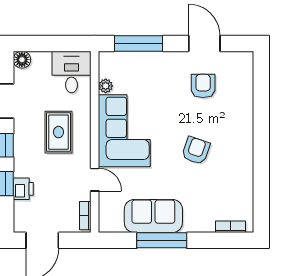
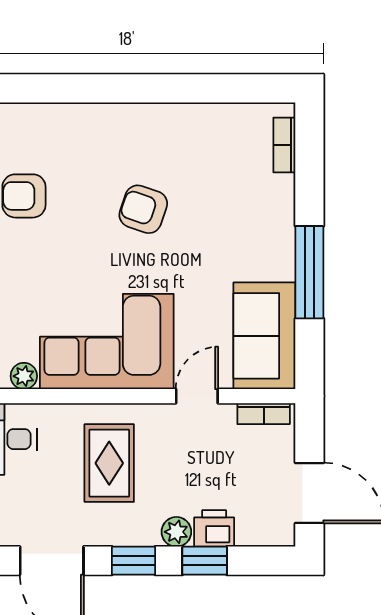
rug: (58, 132) -> (109, 463), turned 90
plant: (21, 168) -> (176, 532), added
sofa: (153, 216) -> (264, 336), moved

